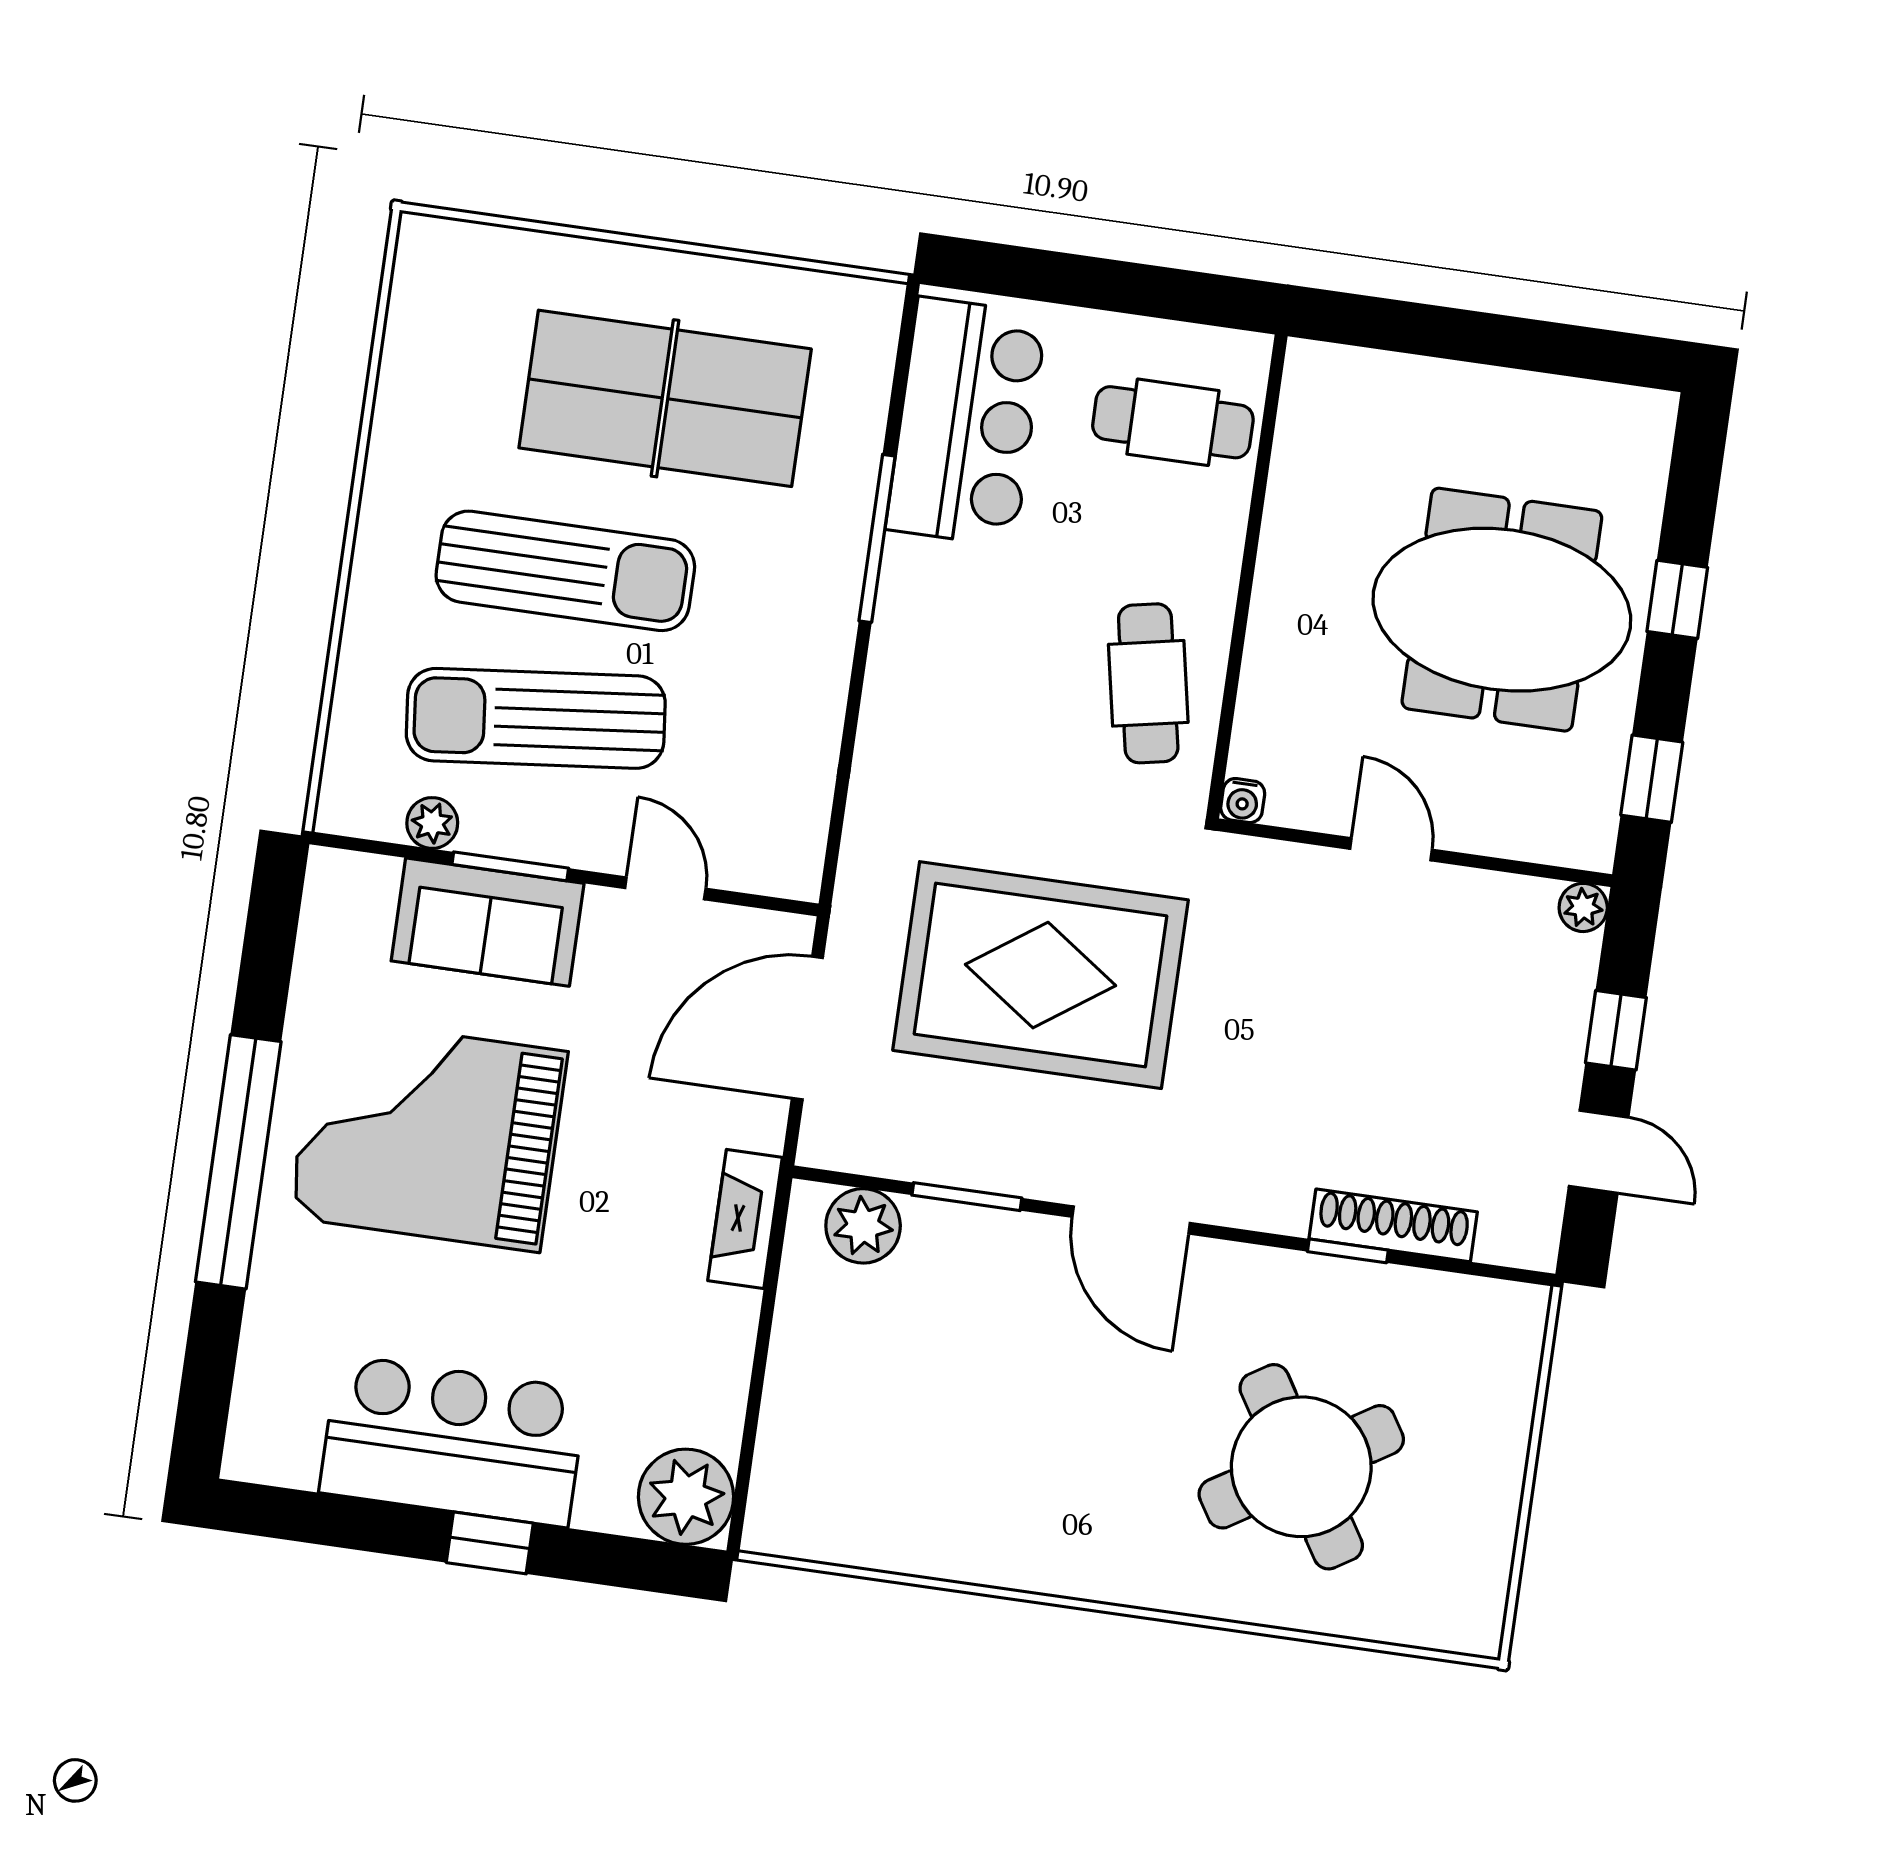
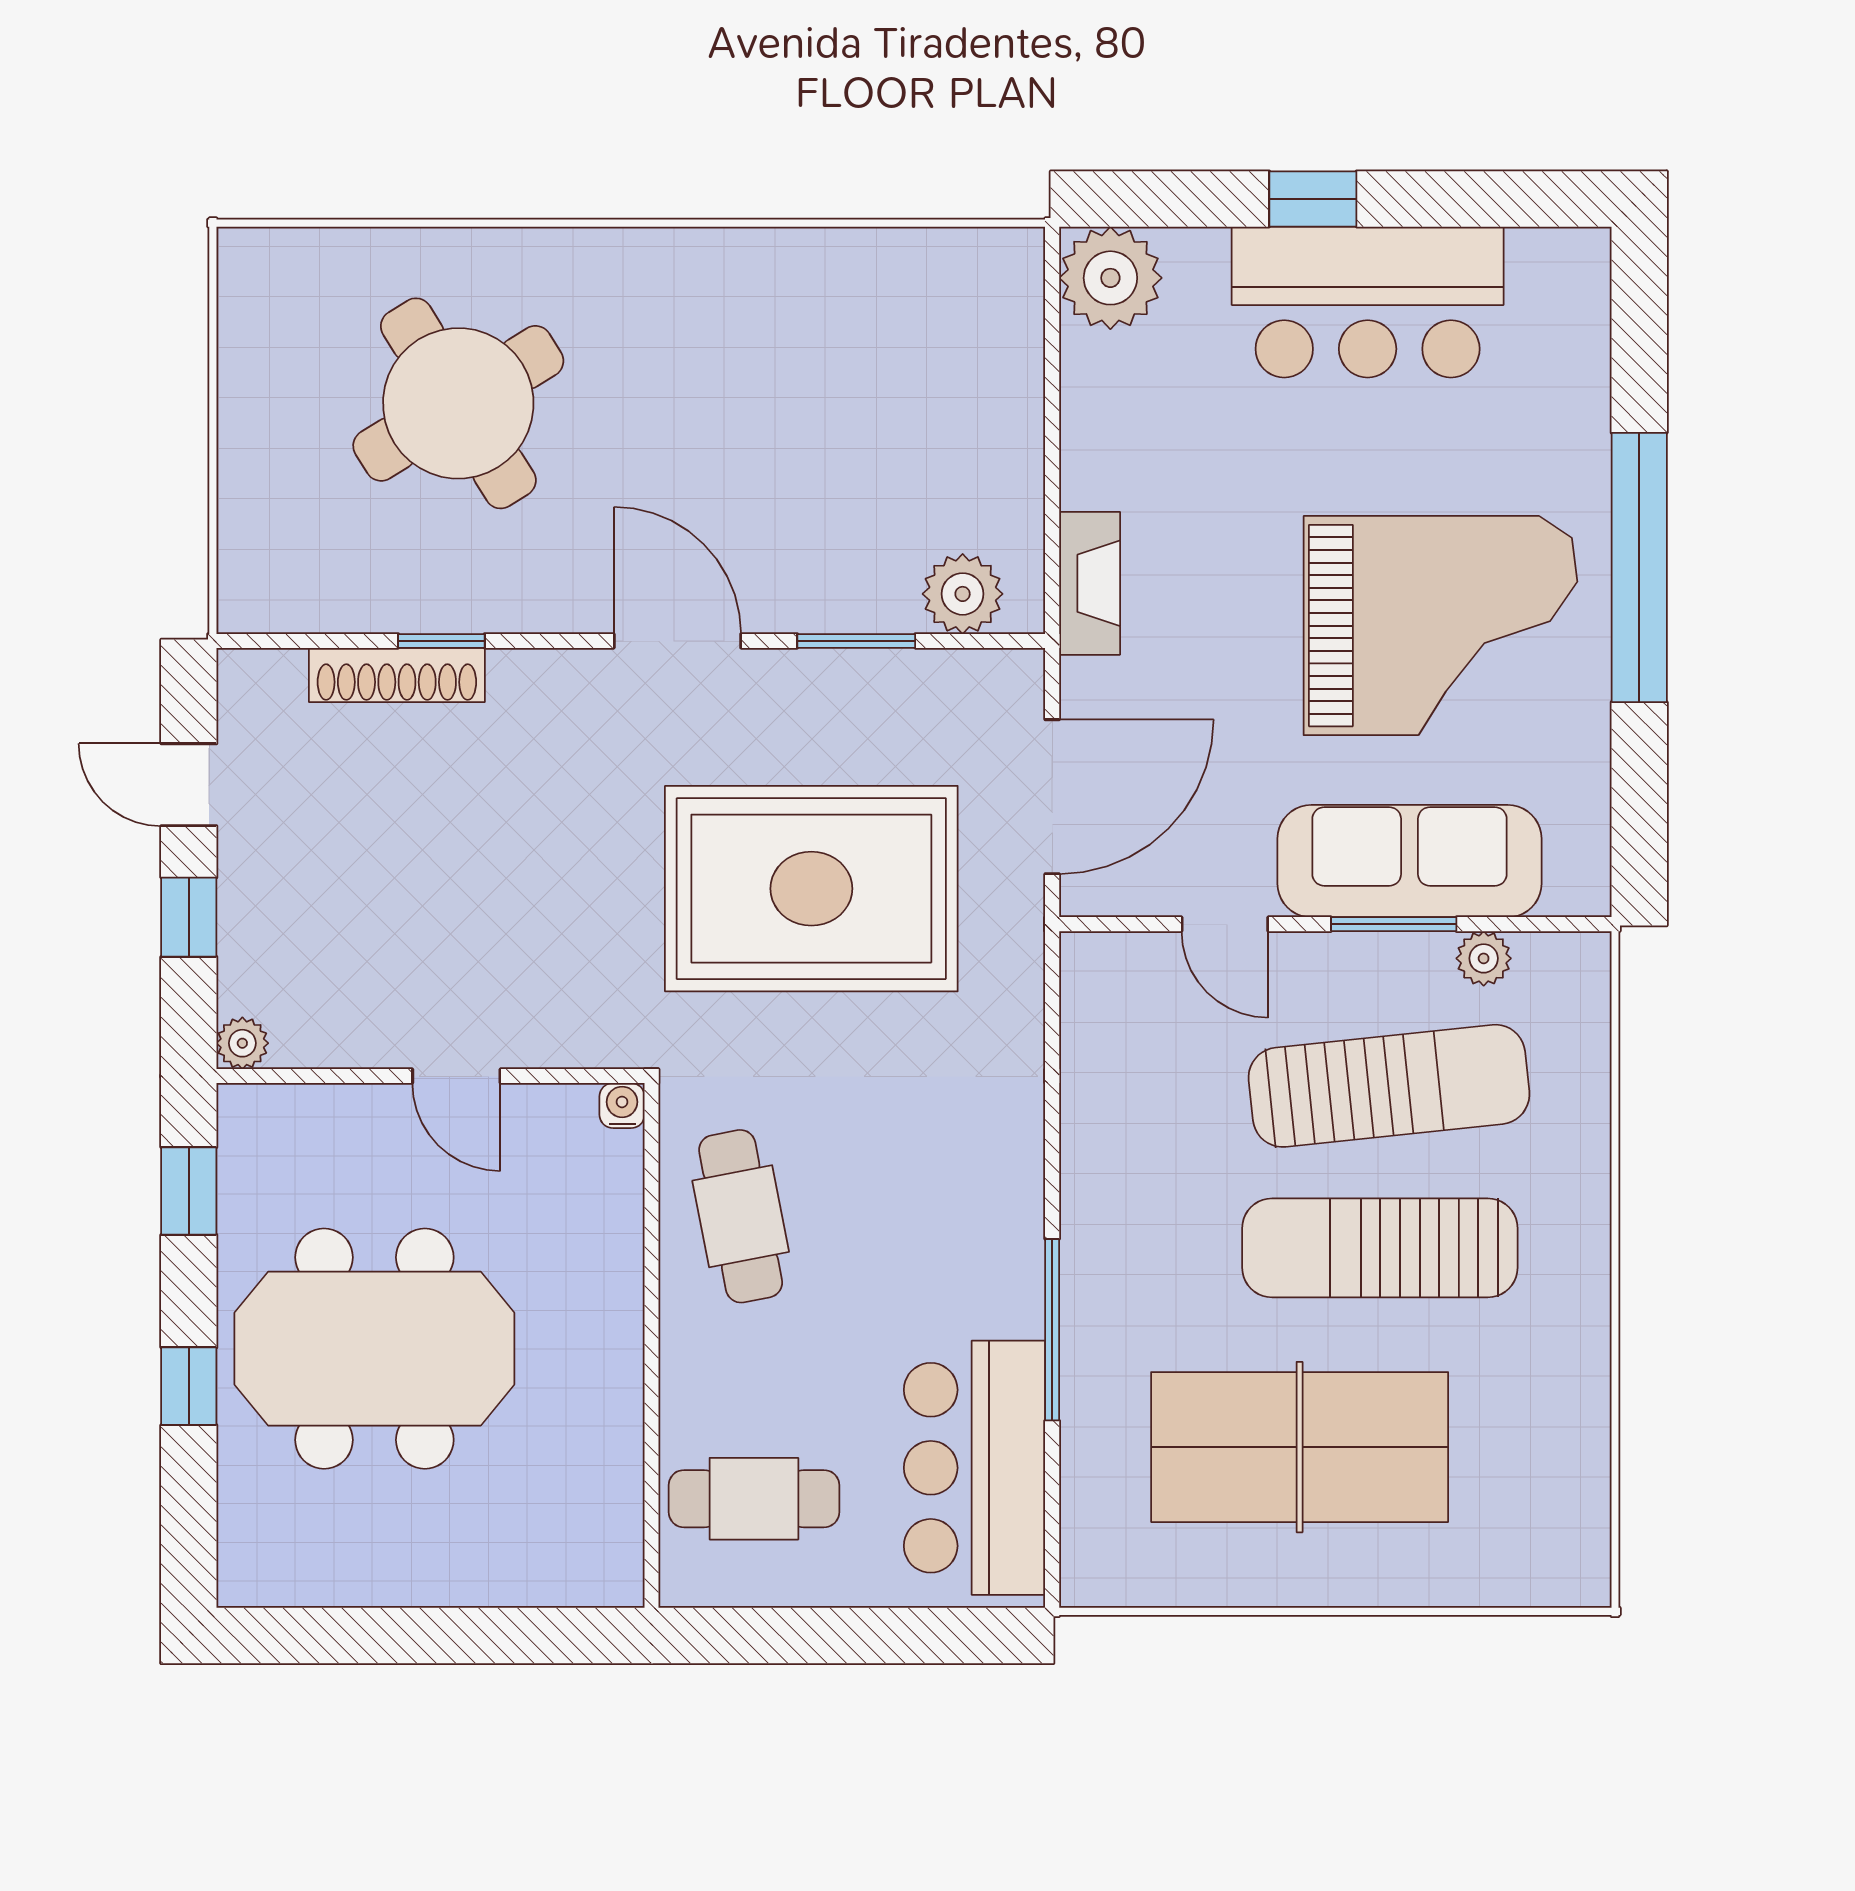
sofa: (488, 922) -> (1410, 861), width x1.36

